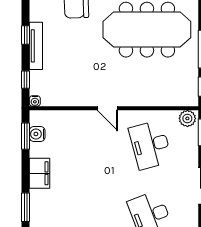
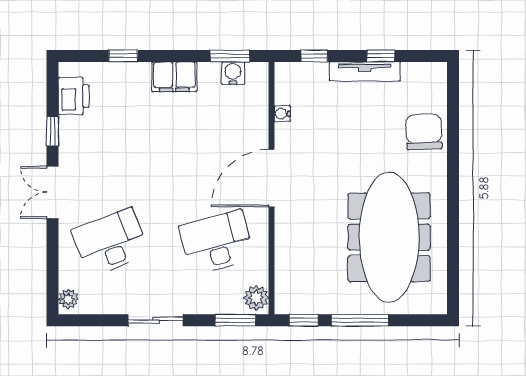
water cooler: (35, 101) -> (282, 114), moved
door: (107, 108) -> (272, 178), width x1.88
window: (26, 207) -> (123, 56), width x0.67

